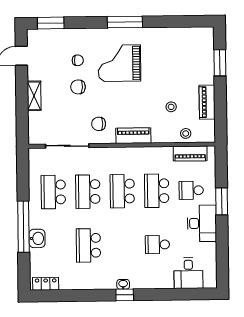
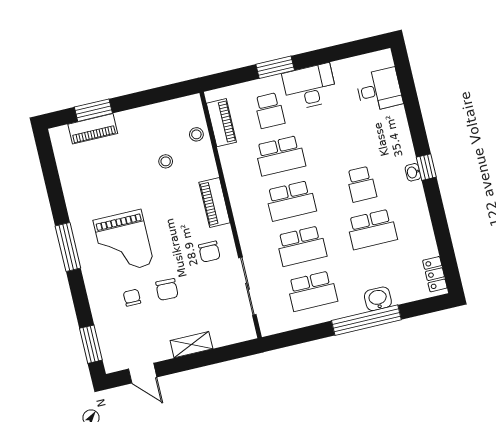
piano: (207, 102) -> (93, 129), moved
school desk: (157, 245) -> (361, 184), moved

